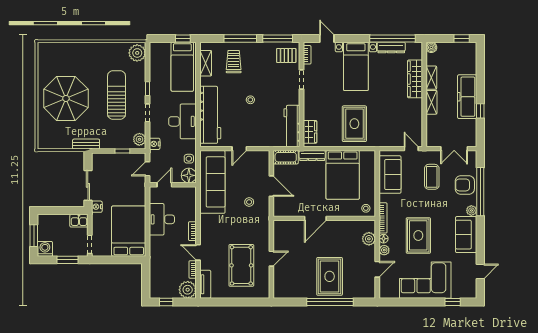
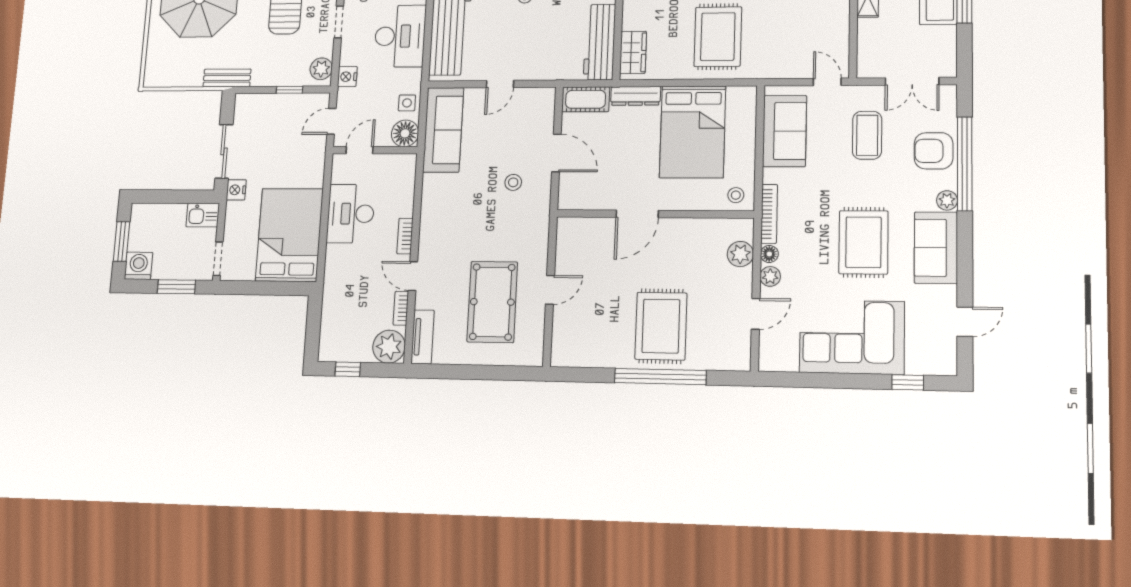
sofa: (212, 182) -> (443, 130), width x0.74, depth x0.79
rug: (418, 235) -> (863, 242), moved

